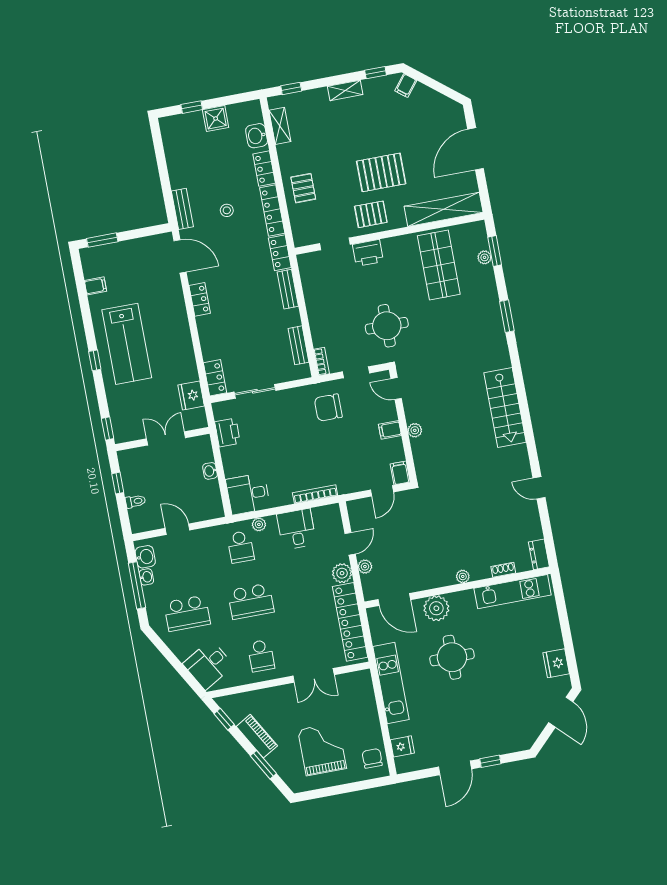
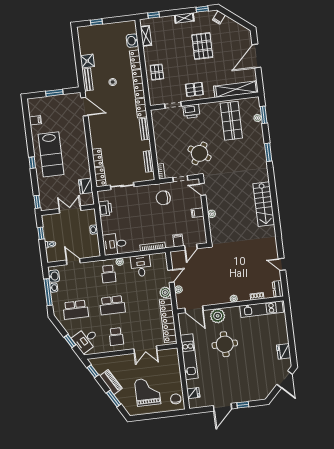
shower: (216, 119) -> (87, 61), moved
pallet: (381, 172) -> (202, 46), moved, turned 90
window: (102, 240) -> (54, 93), moved
locker: (200, 299) -> (97, 158), moved
round table: (387, 326) -> (199, 153), turned 34
filing cabinet: (400, 473) -> (178, 240), moved
door: (539, 488) -> (282, 264), moved
window: (180, 669) -> (70, 341), added

